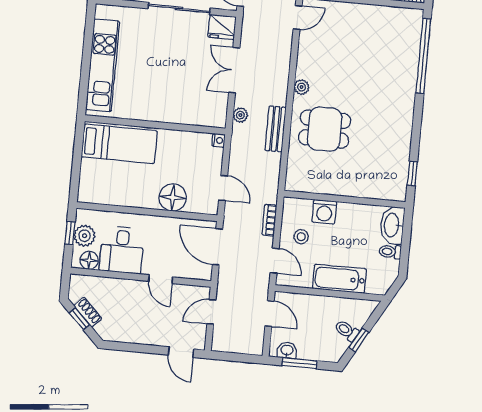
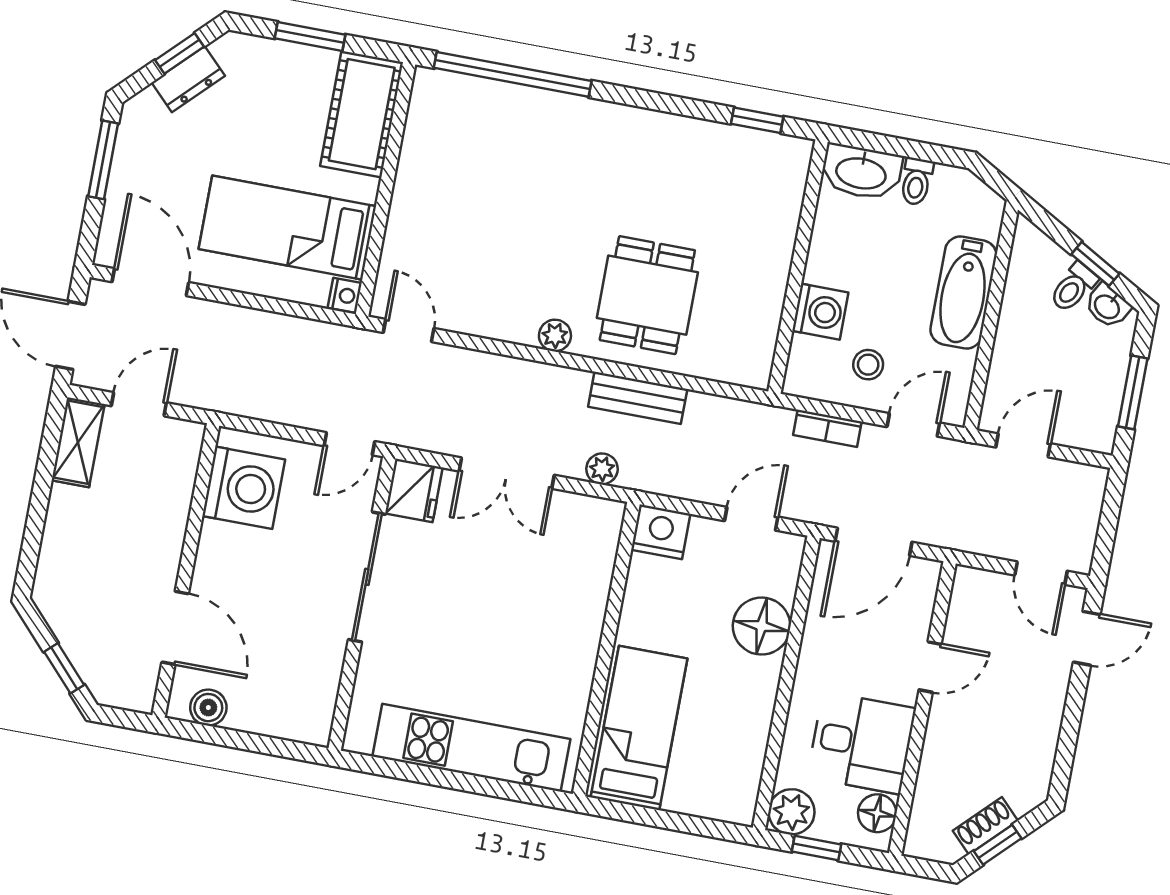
nightstand: (219, 140) -> (661, 532), width x1.89, depth x1.79
plant: (85, 236) -> (792, 812), moved
door: (211, 312) -> (1041, 573), moved
washbasin: (287, 350) -> (1107, 306), moved, turned -60

